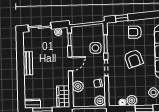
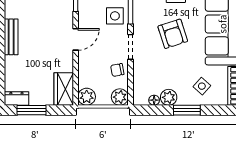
plant: (78, 86) -> (87, 97), moved

